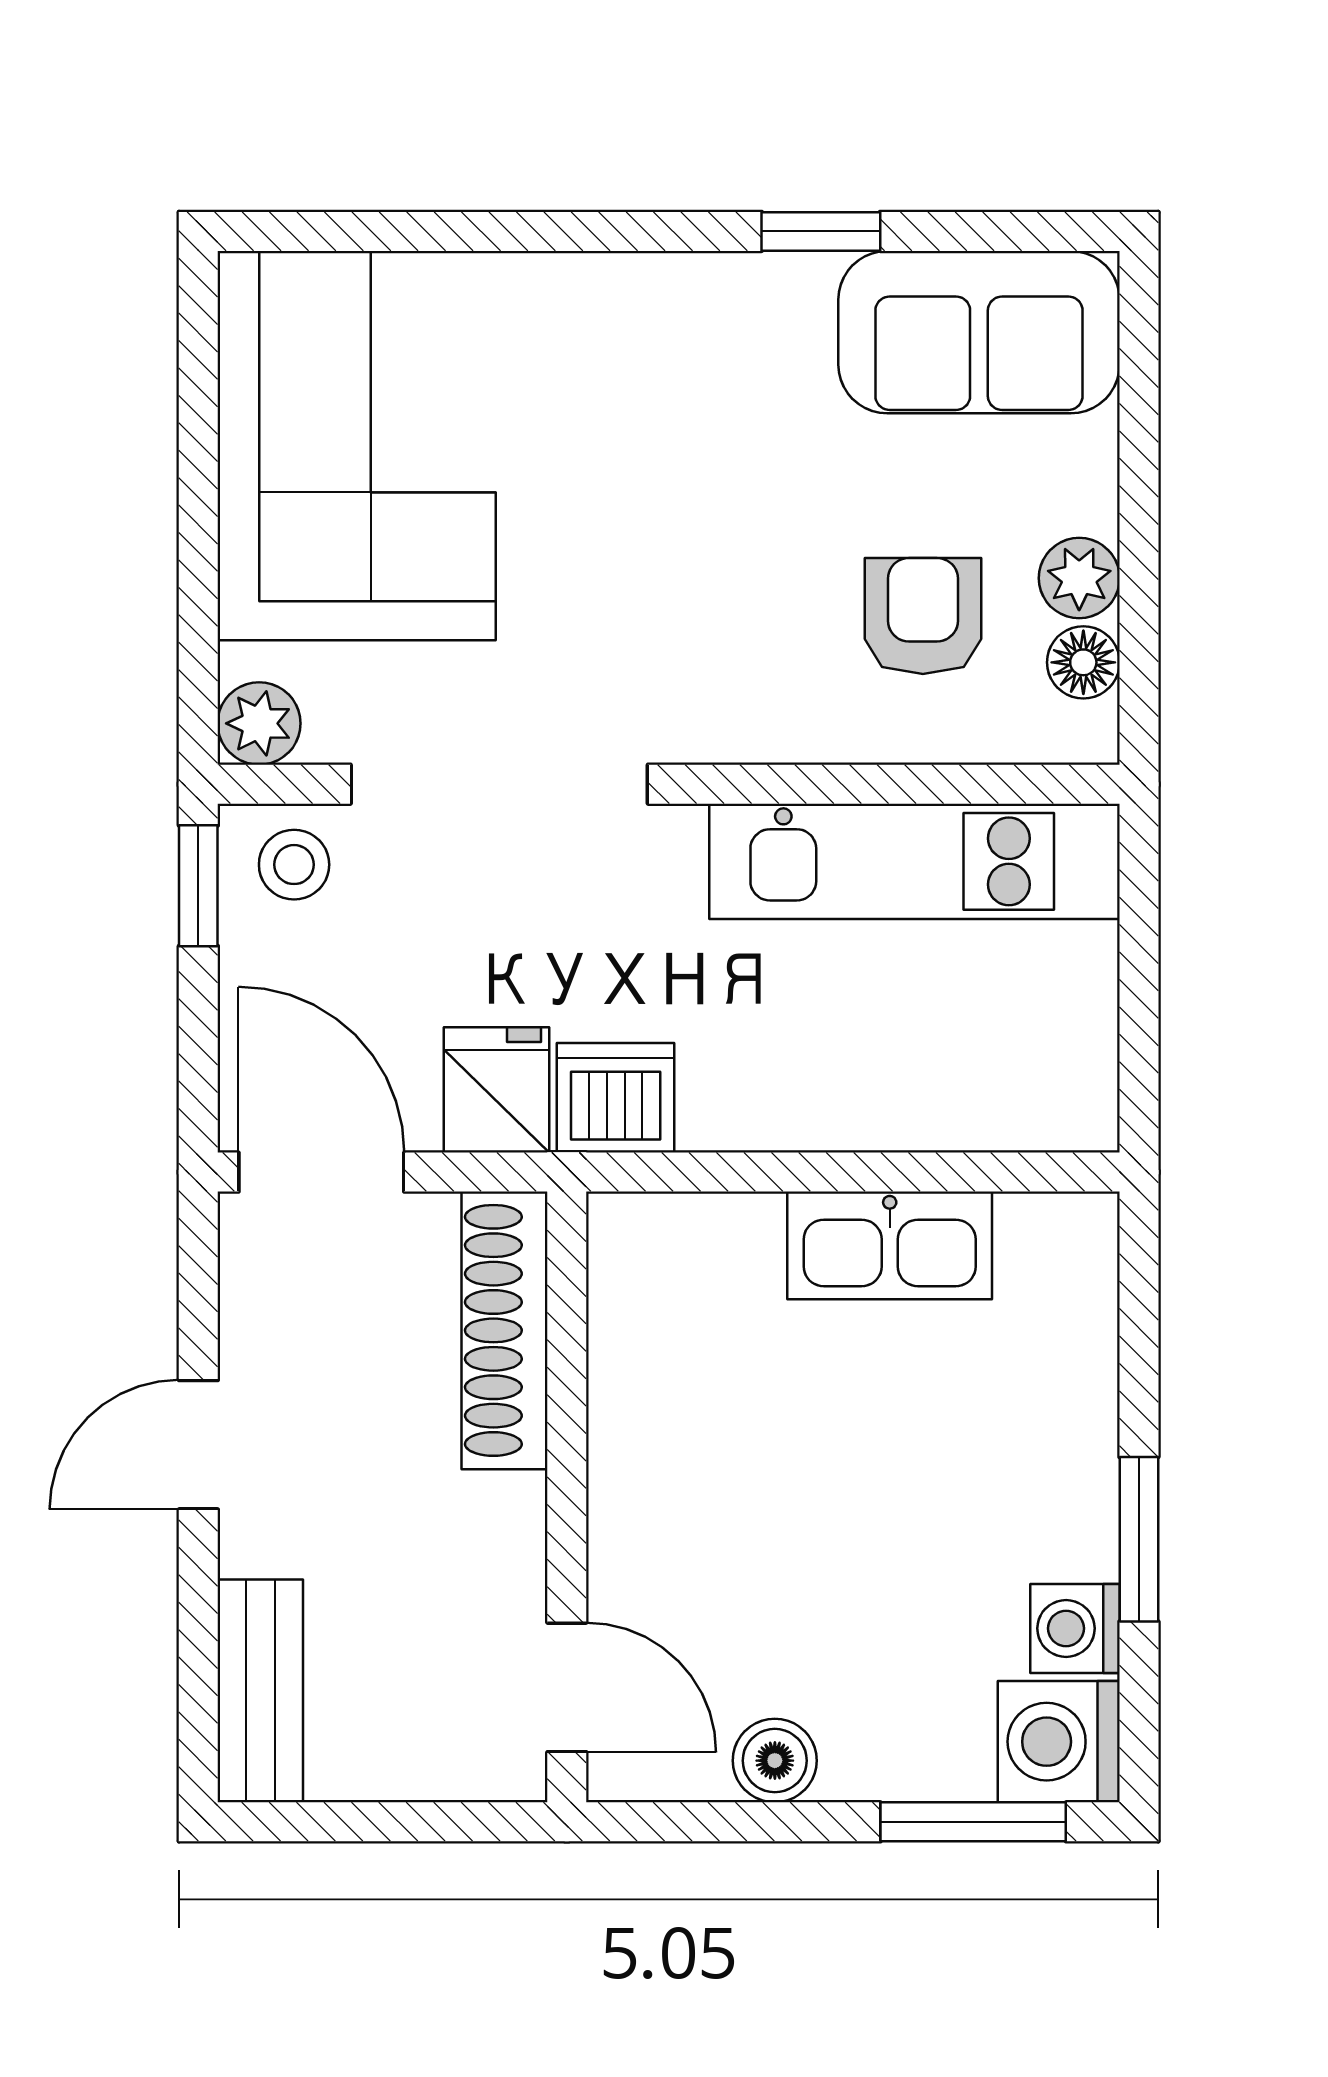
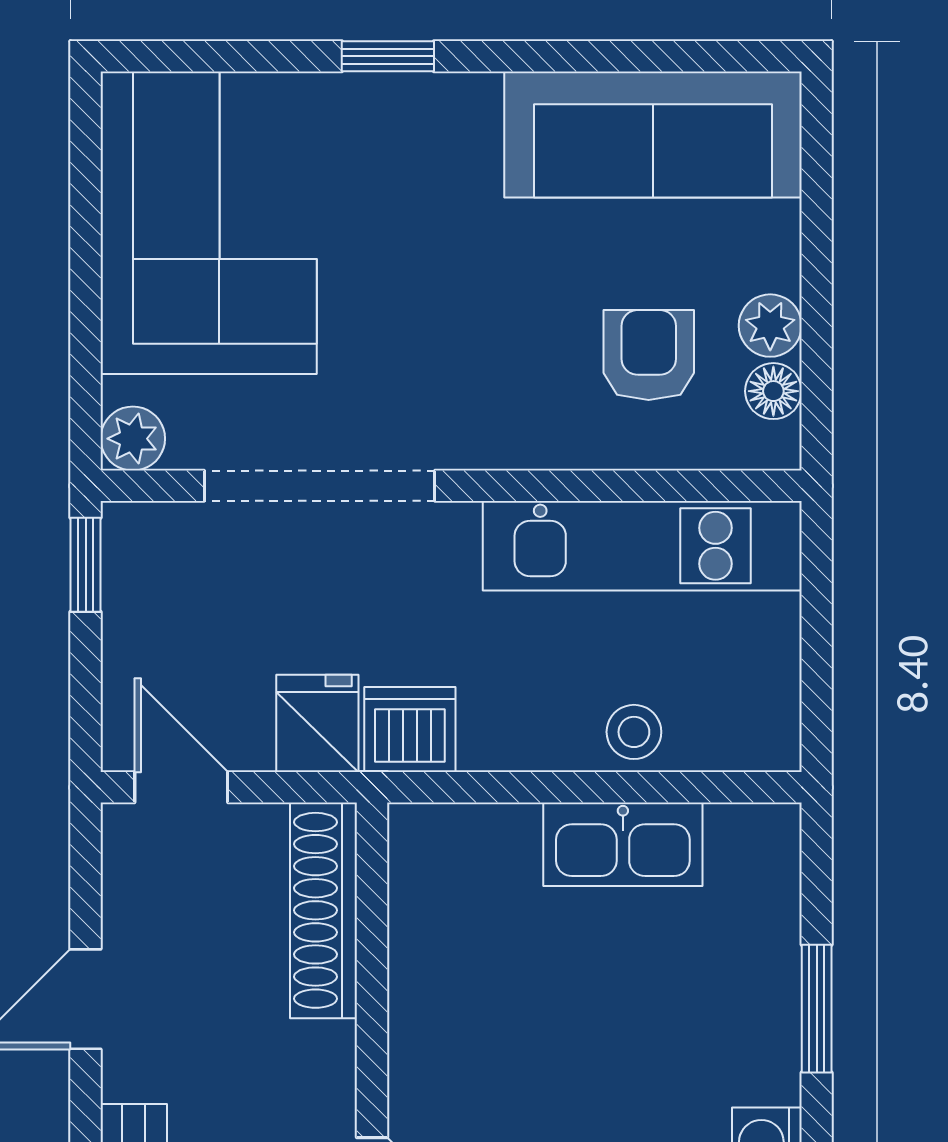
window: (821, 231) -> (388, 56), moved
sofa: (979, 332) -> (653, 134), width x1.36
stool: (294, 865) -> (634, 732), moved
door: (321, 1172) -> (181, 787), width x0.73
window: (1139, 1539) -> (817, 1009), moved

